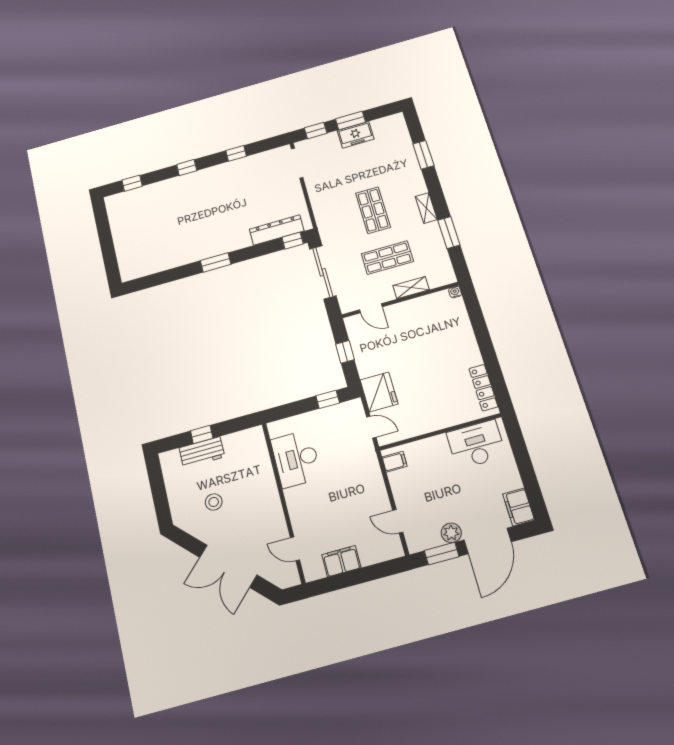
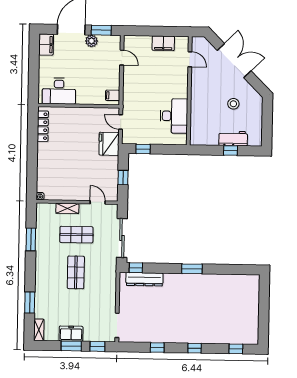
shelving: (426, 208) -> (39, 330), moved

